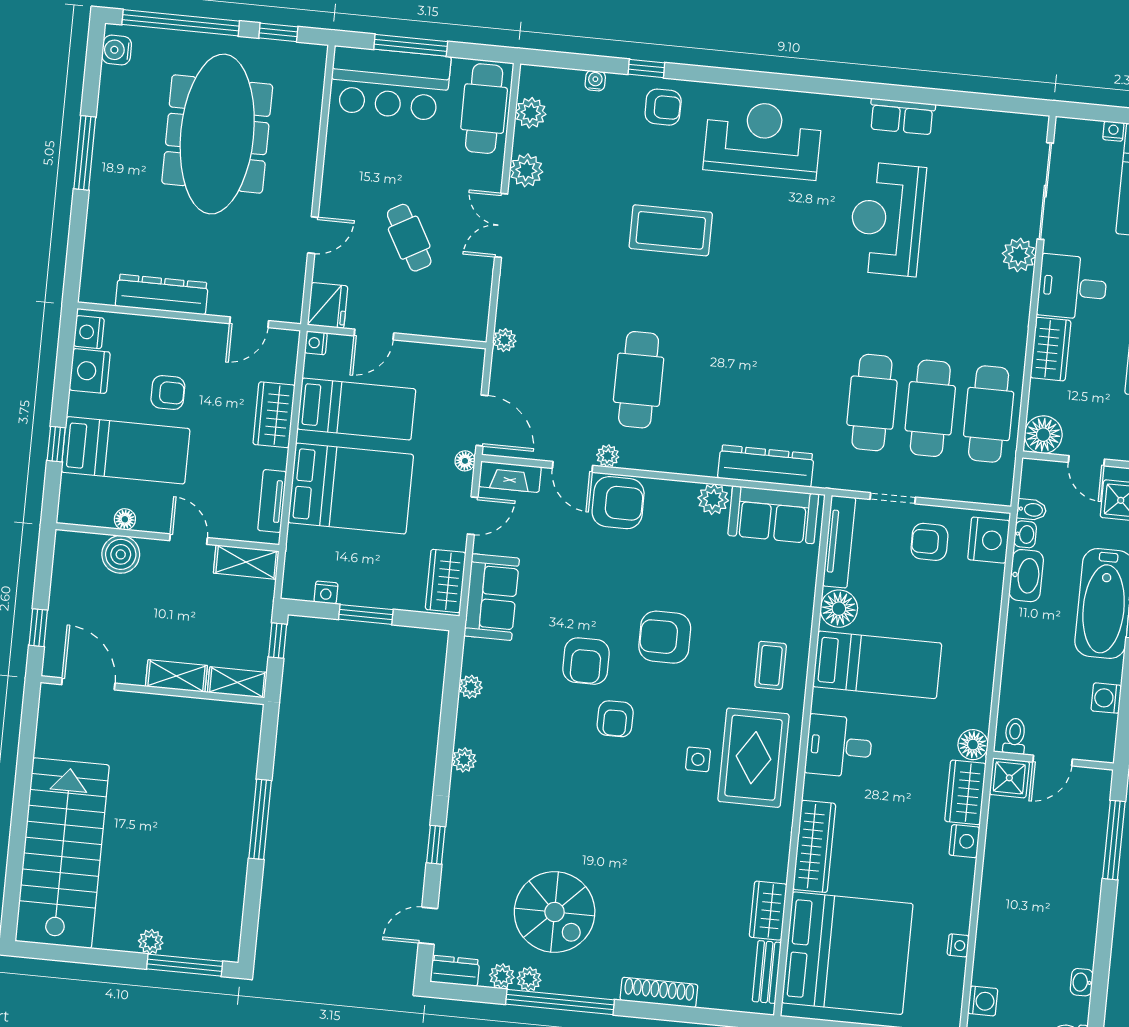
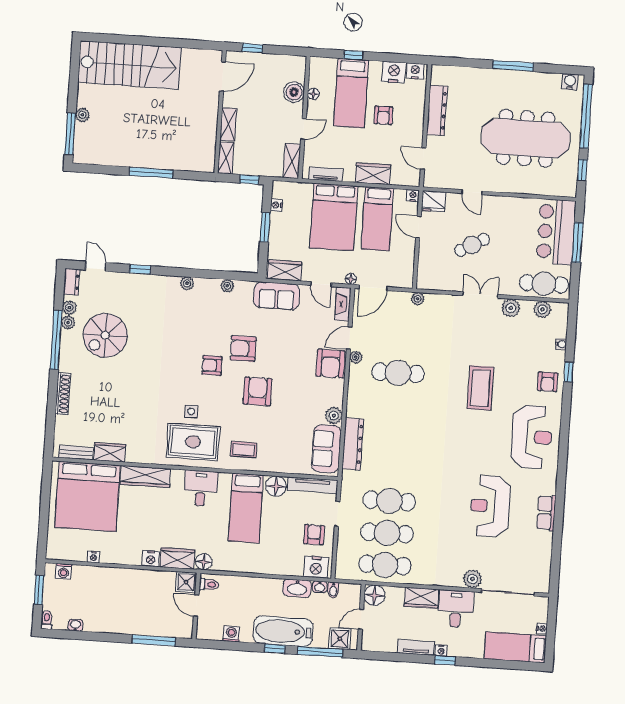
reception desk: (887, 219) -> (490, 506), turned -90

